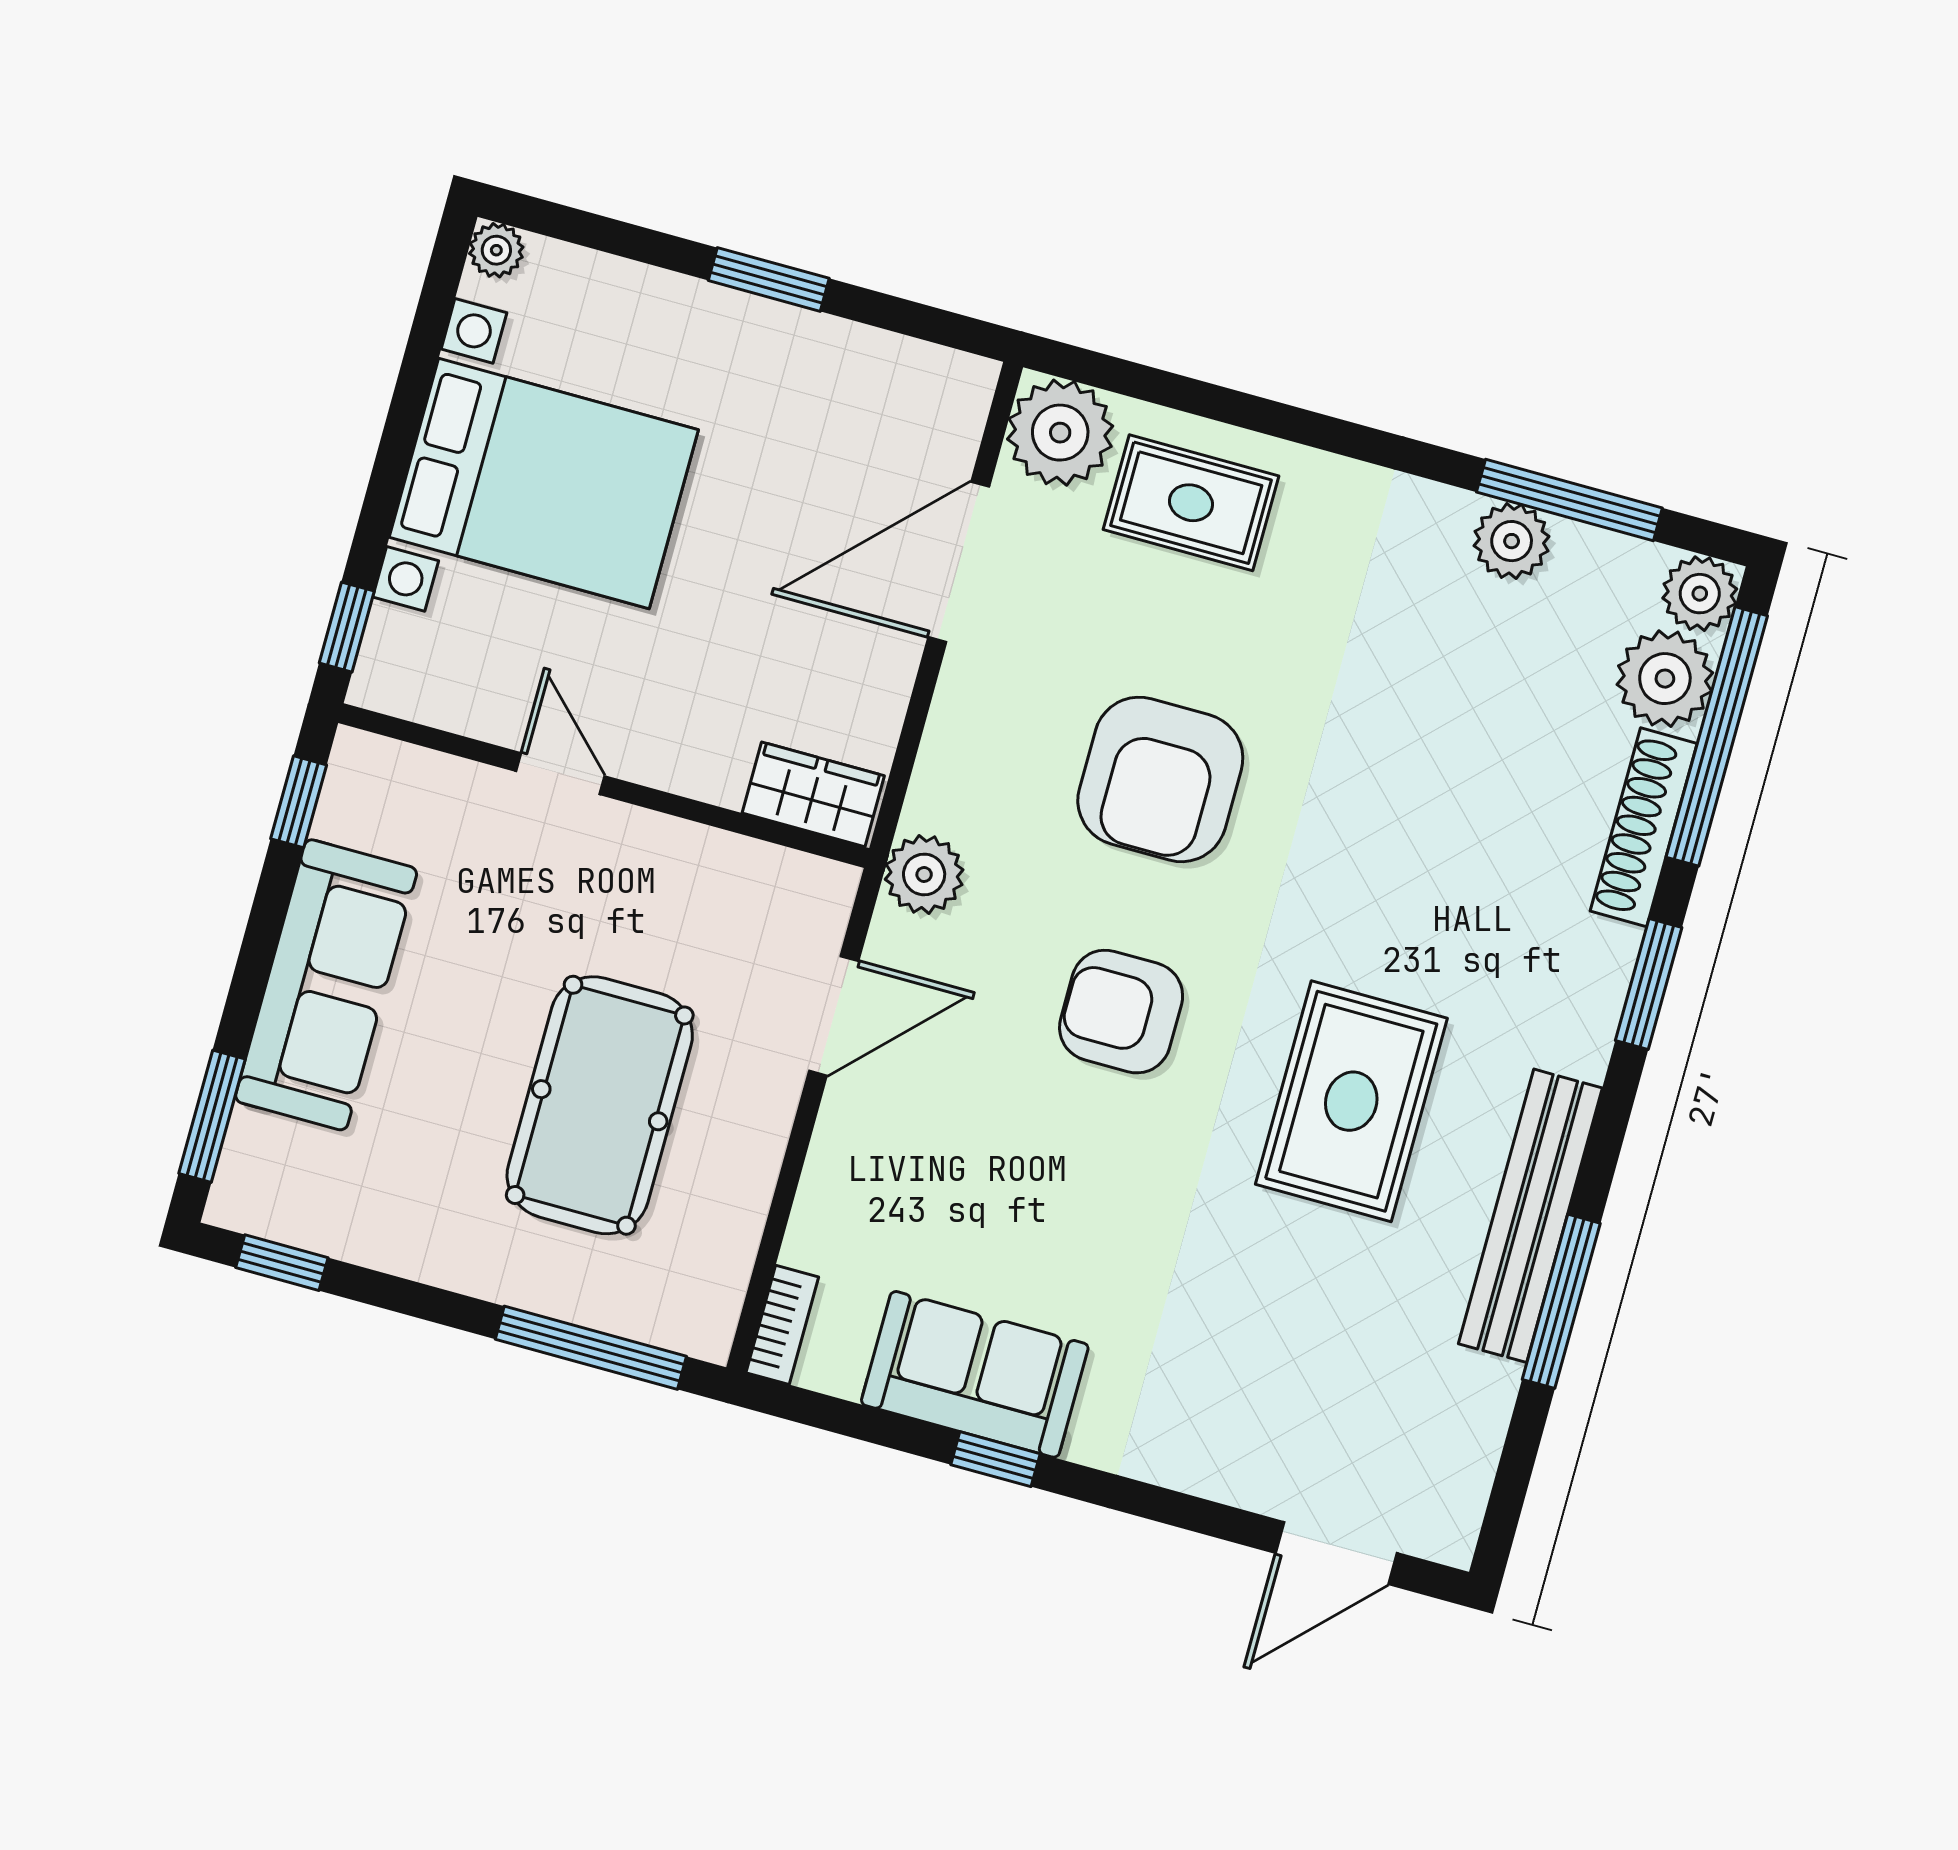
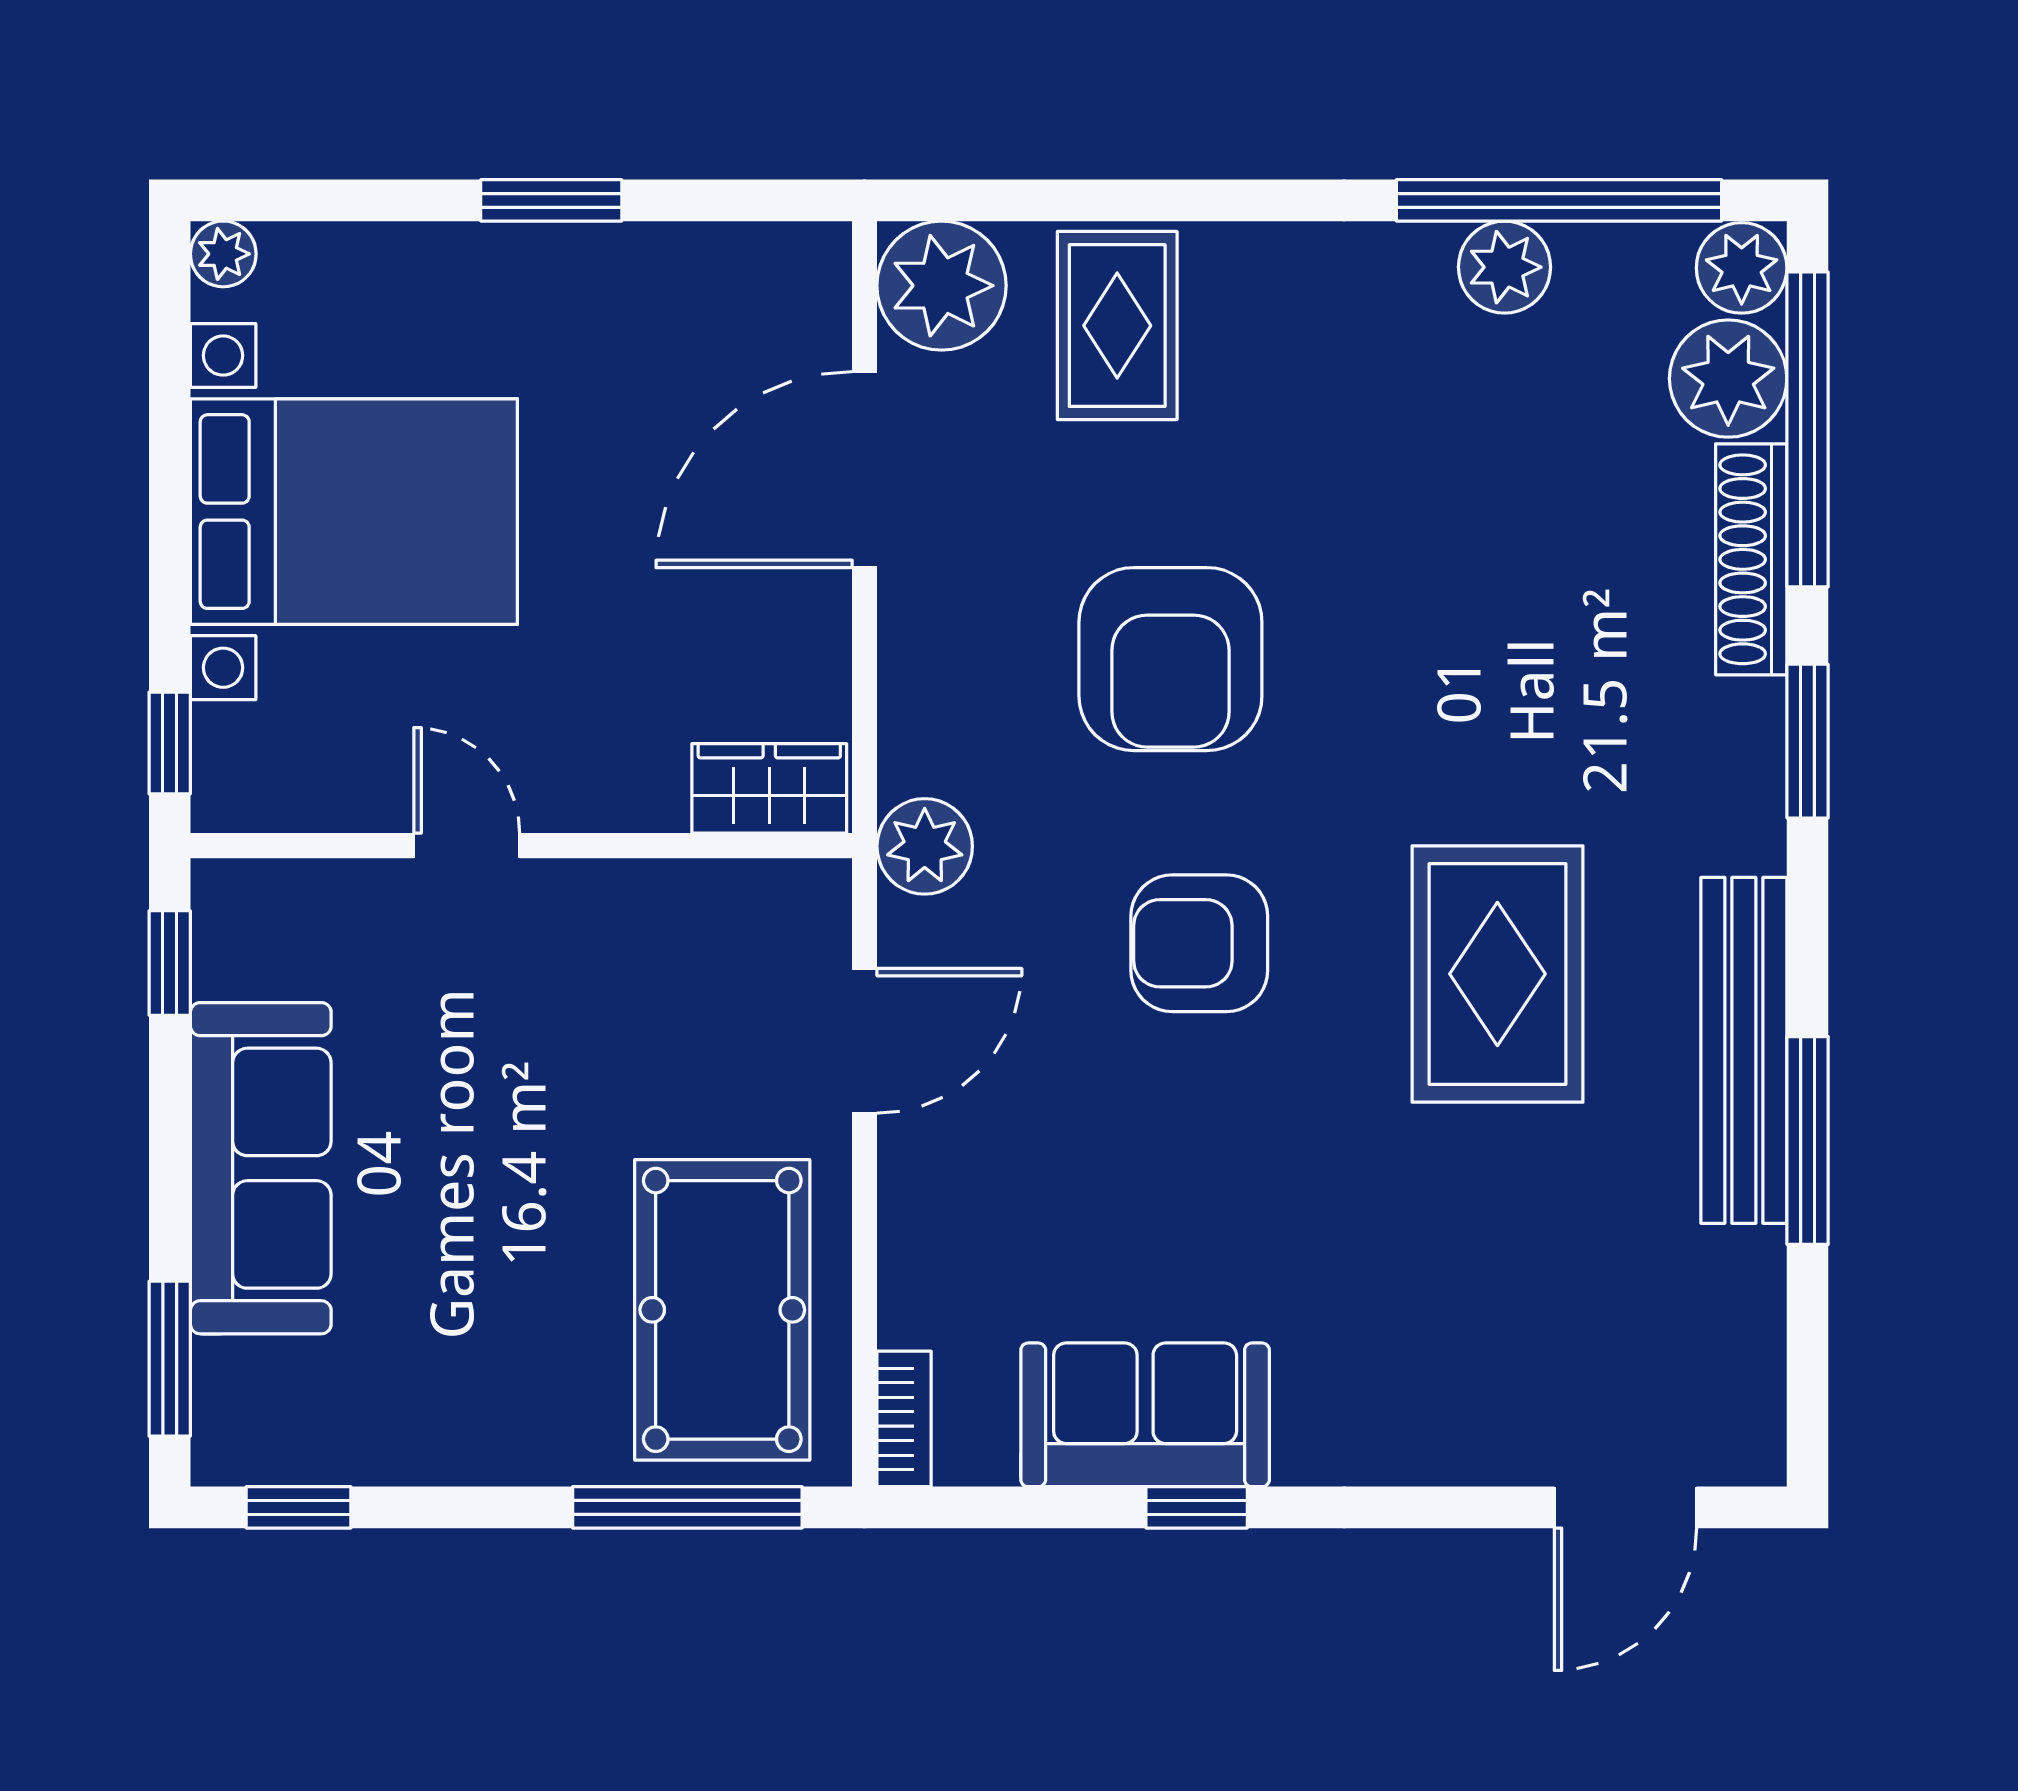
window: (1569, 500) -> (1559, 200), width x1.46
rug: (1191, 503) -> (1117, 326), turned 90
pool table: (600, 1105) -> (722, 1310), moved

